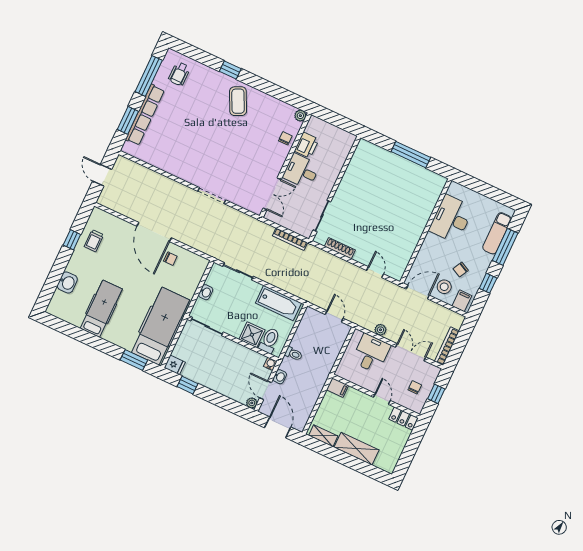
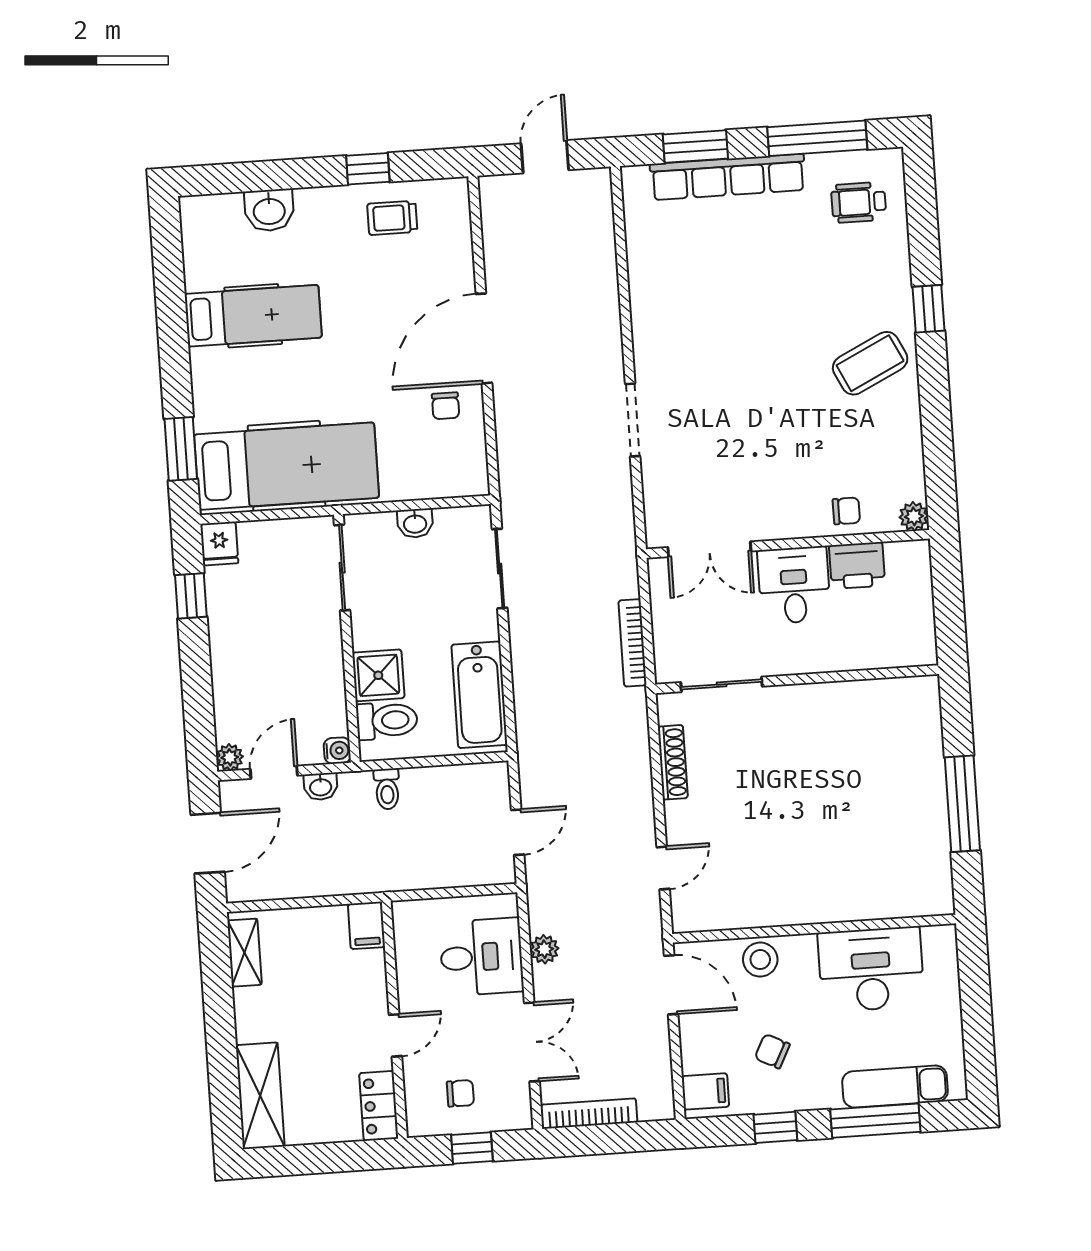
stool: (444, 287) -> (760, 960), moved
shelving: (356, 449) -> (260, 1096), moved

